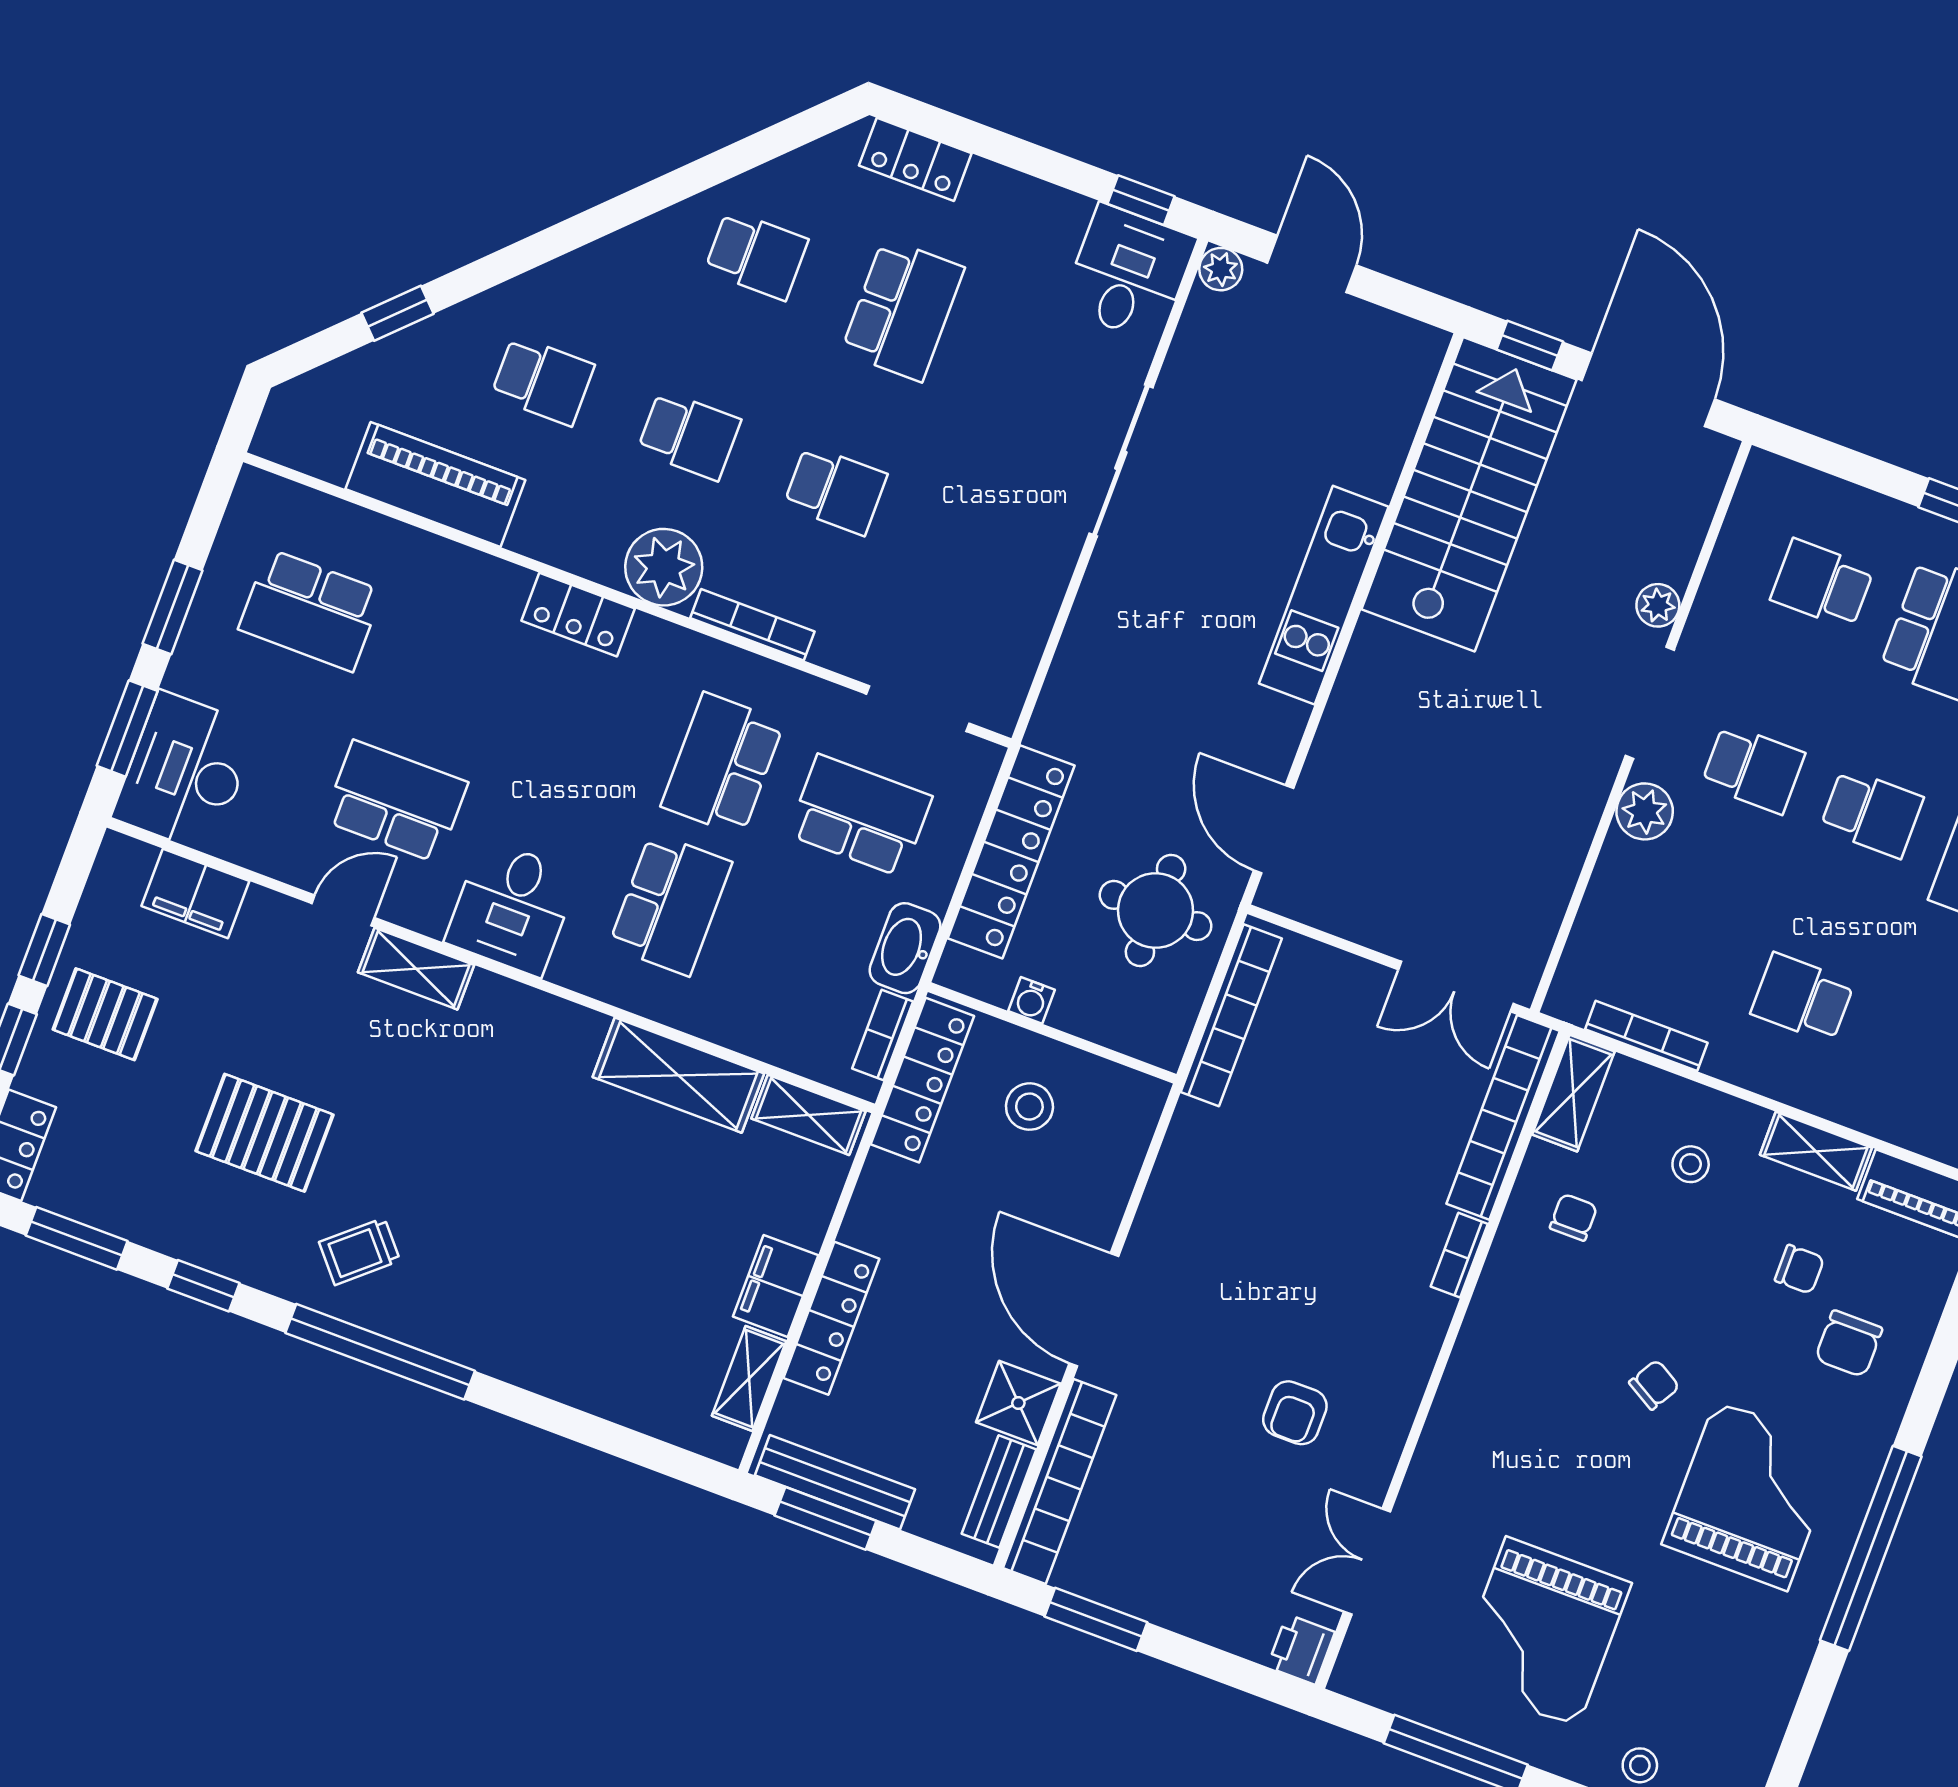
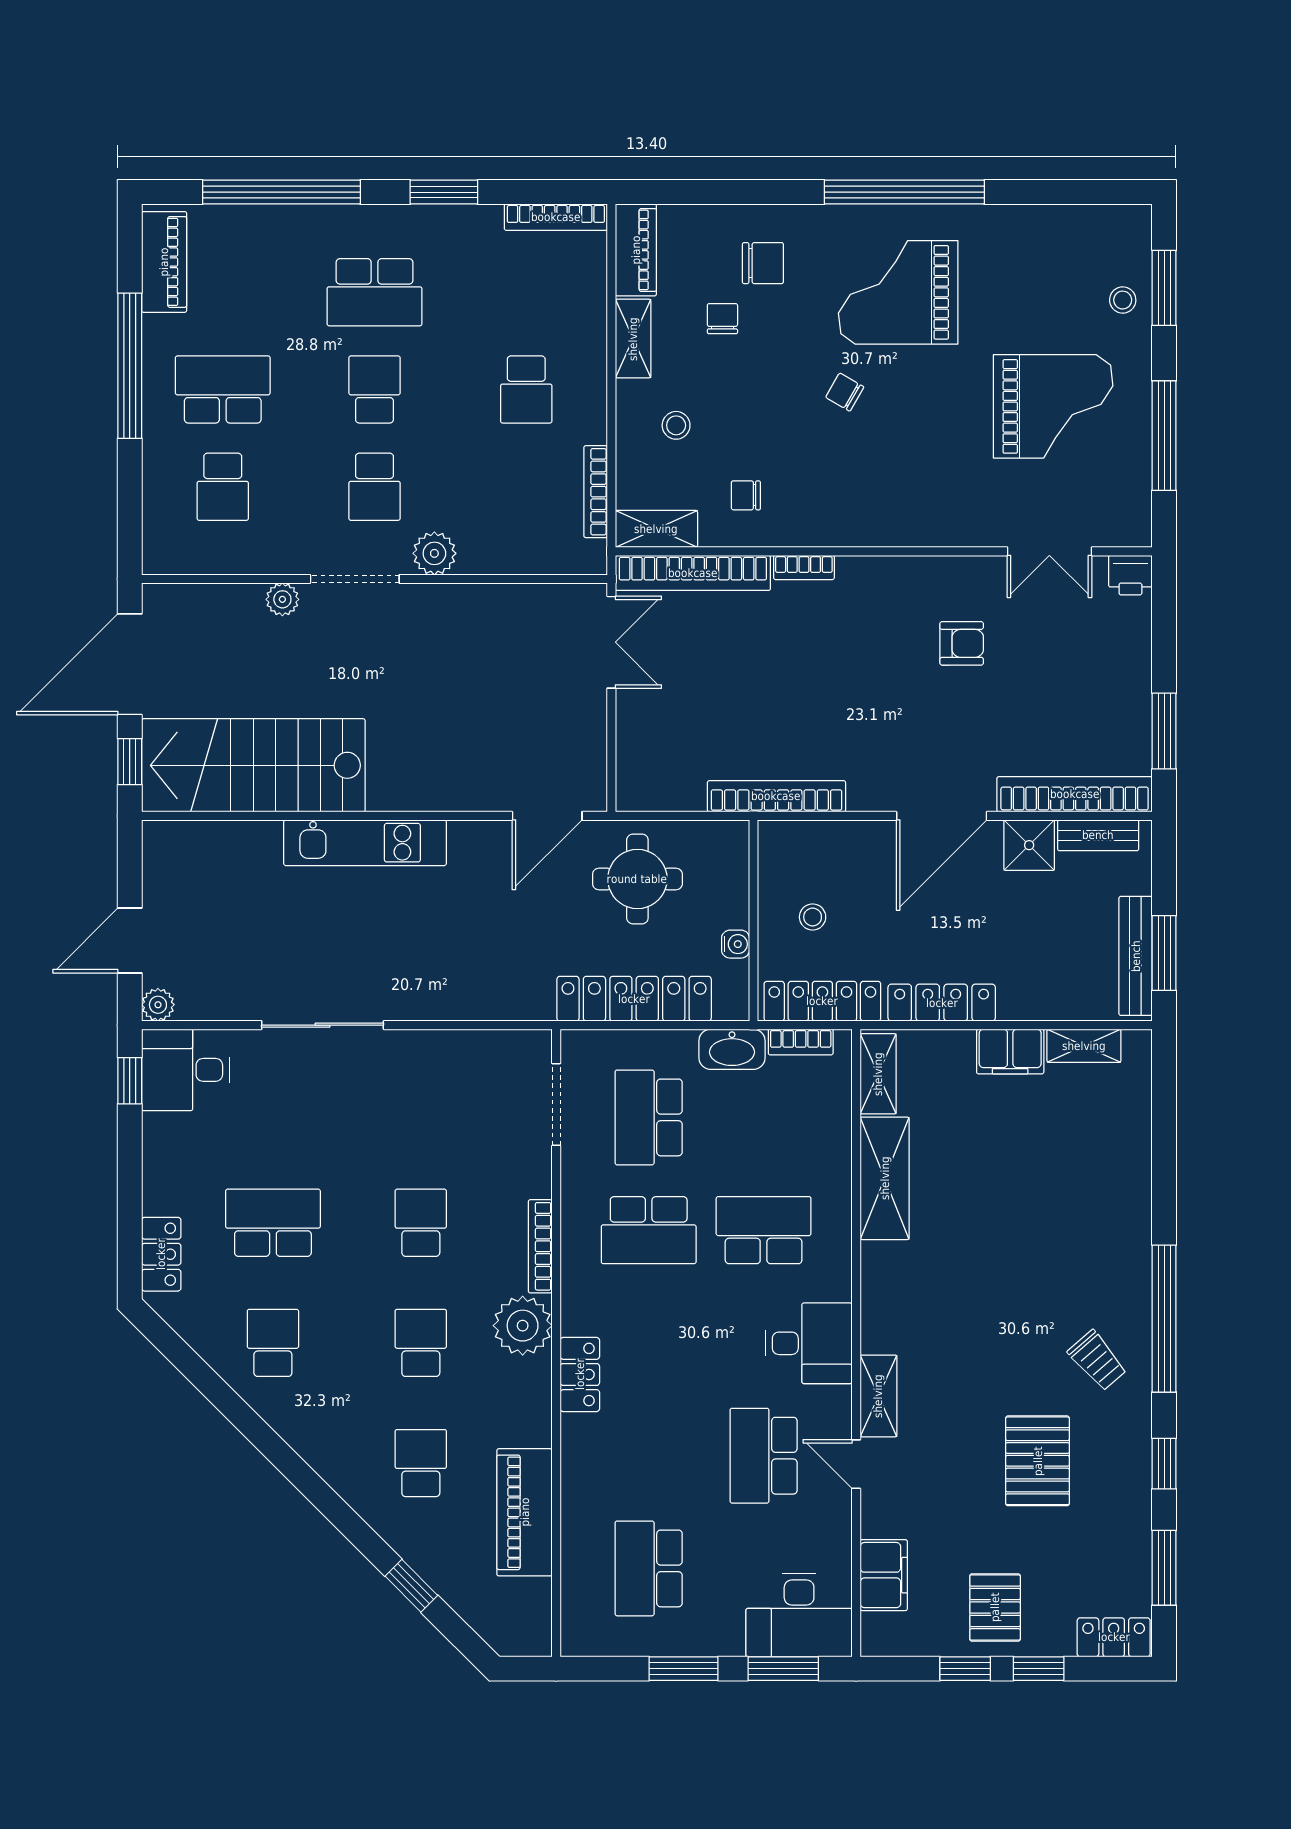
school desk: (311, 610) -> (649, 1568), turned 180
school desk: (1753, 769) -> (374, 487), turned 180
bookcase: (1231, 1015) -> (776, 796), moved
stool: (1029, 1107) -> (813, 917), width x0.73, depth x0.73
locker: (831, 1318) -> (942, 1003), moved

